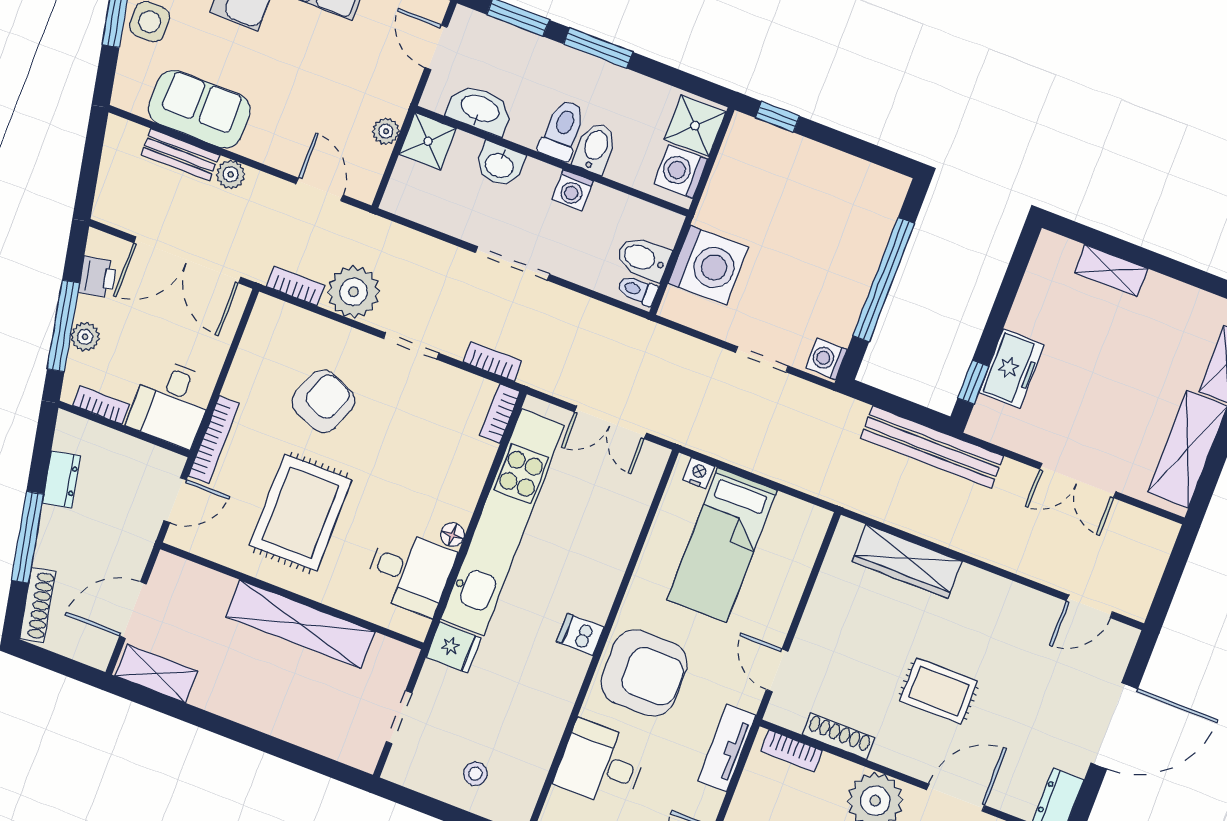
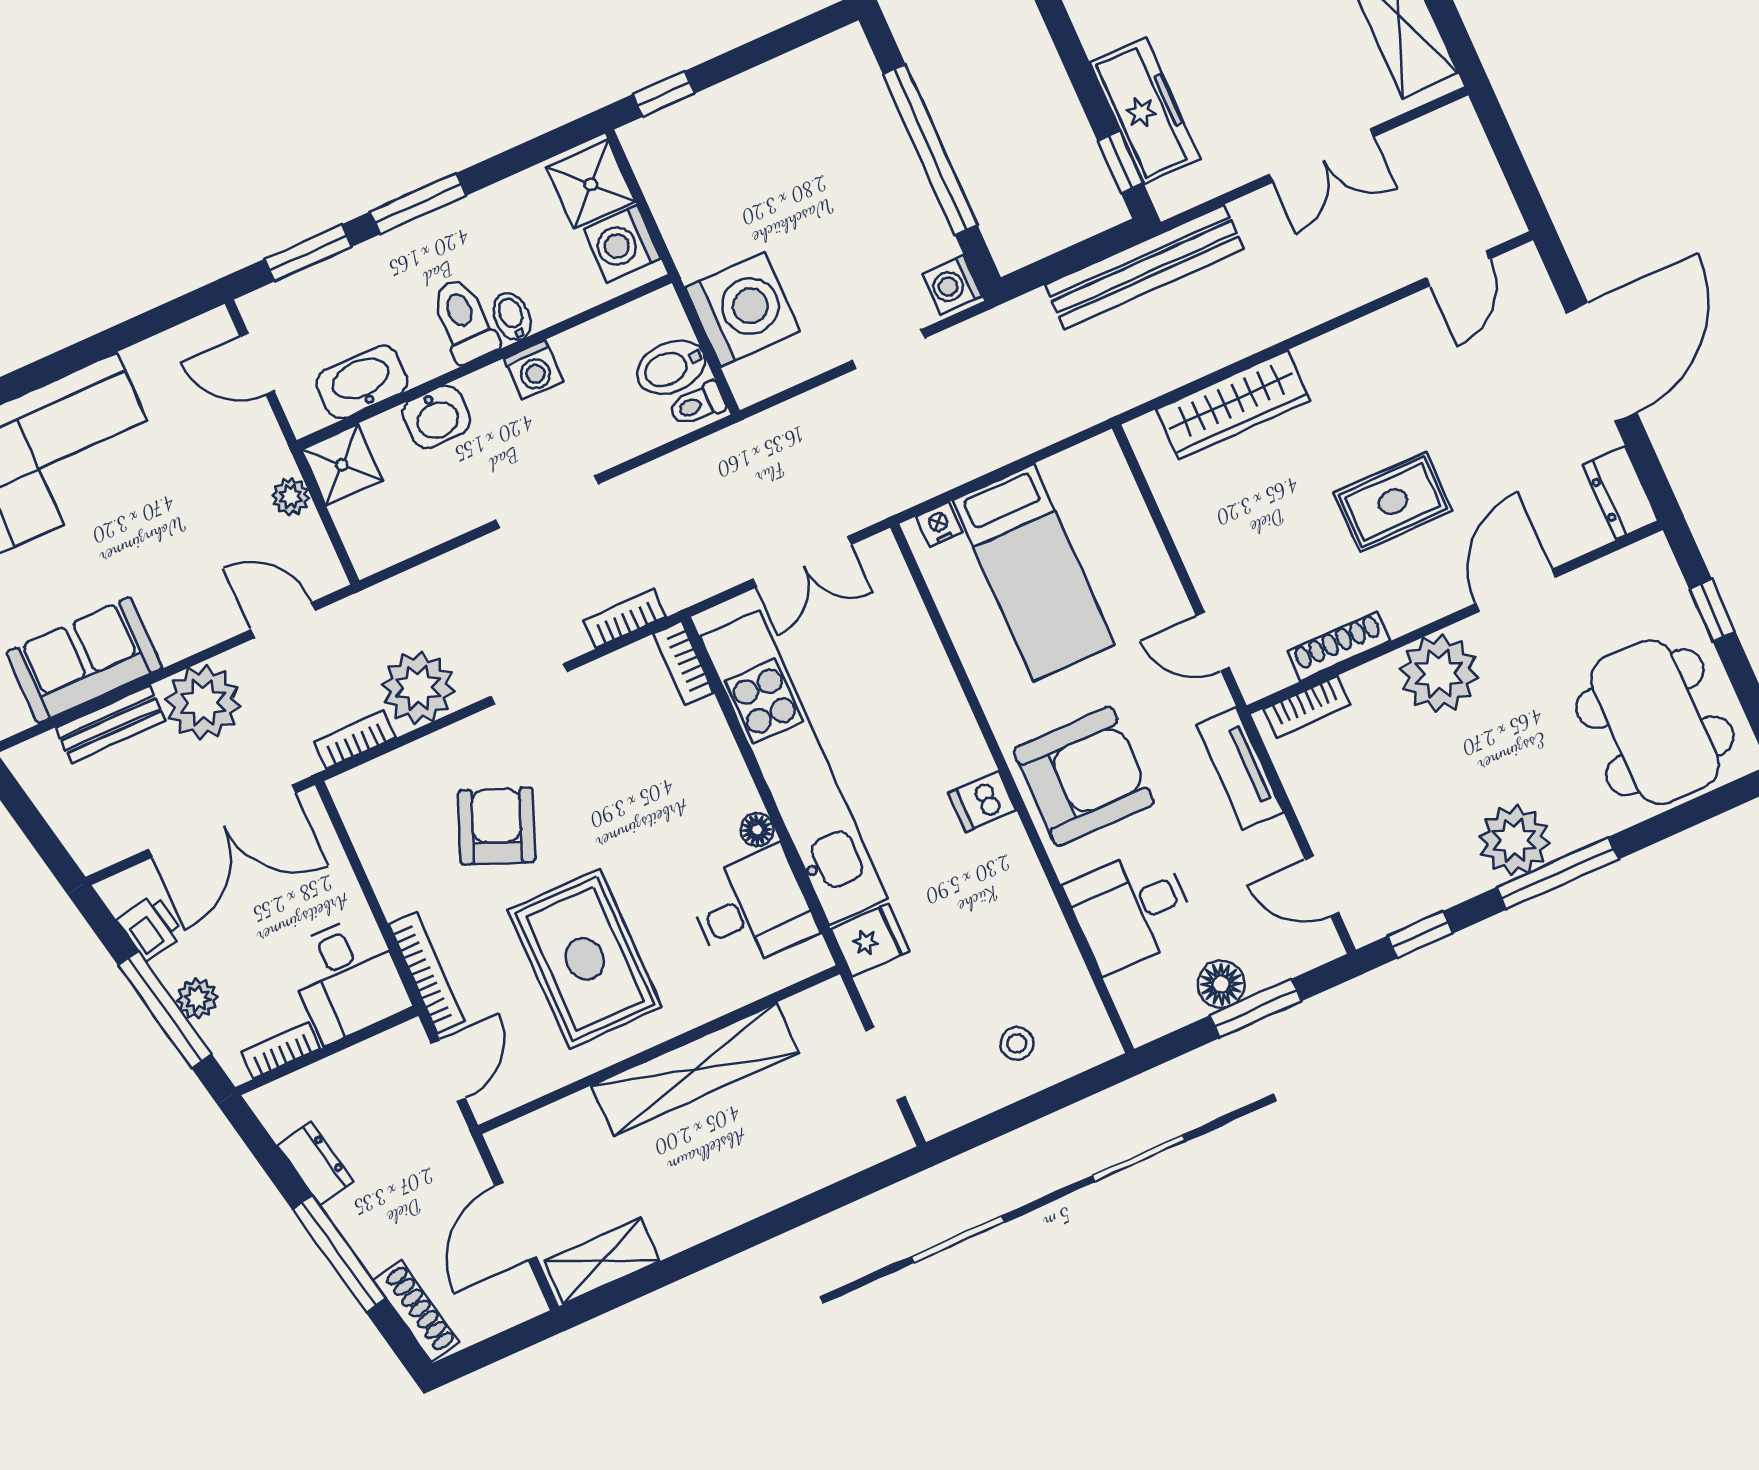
bidet: (595, 148) -> (512, 317), width x0.72, depth x0.74
plant: (231, 174) -> (203, 702), width x1.88, depth x1.88
freezer: (1012, 369) -> (1145, 111), width x1.40

